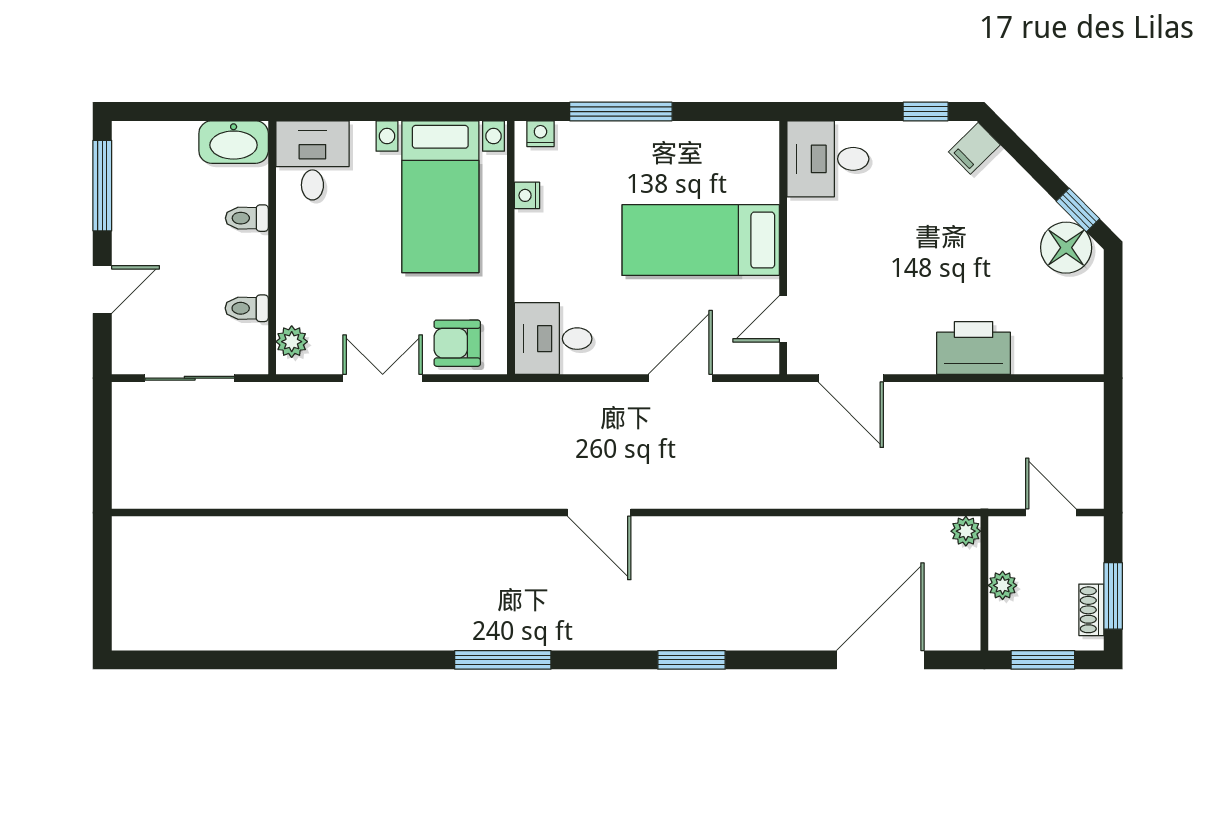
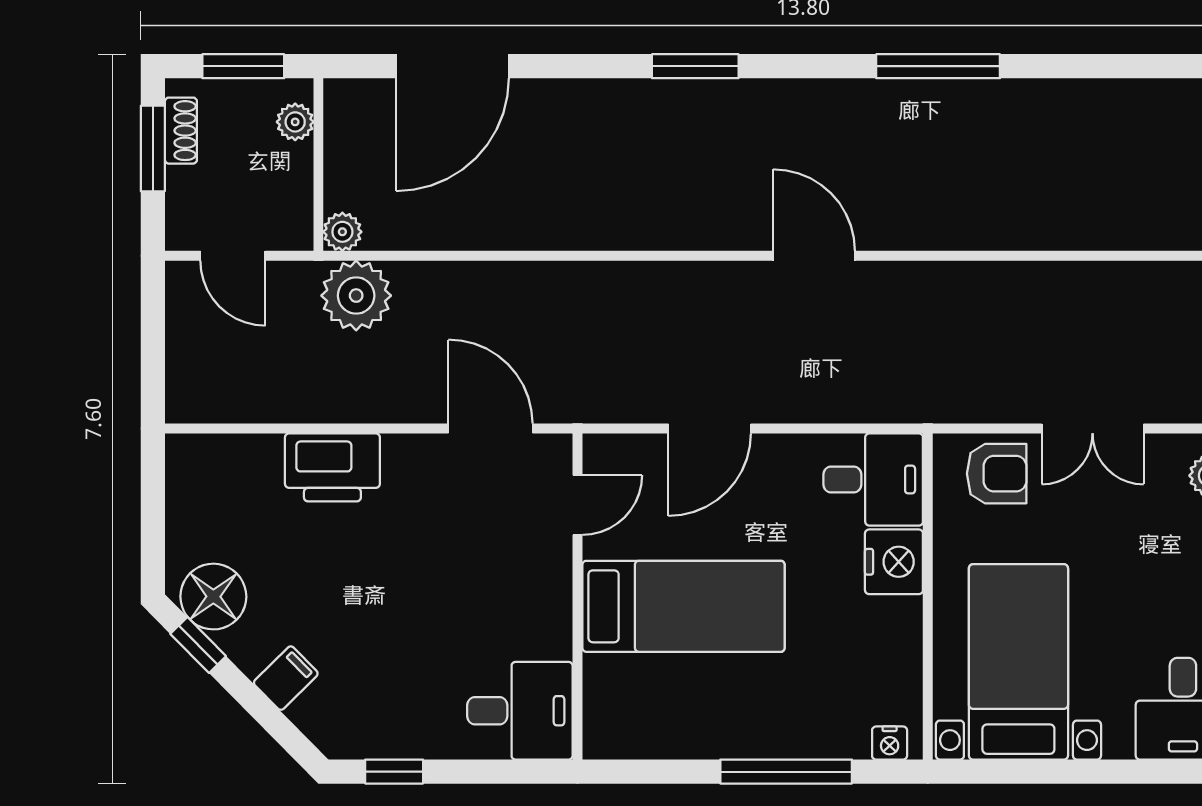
filing cabinet: (974, 148) -> (286, 678), moved
nightstand: (527, 195) -> (894, 562), moved, width x1.89, depth x1.79
plant: (955, 482) -> (356, 296), added
plant: (1003, 585) -> (295, 122), moved

